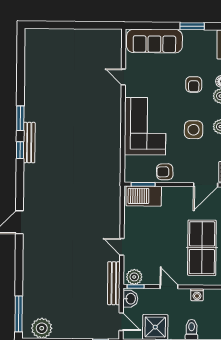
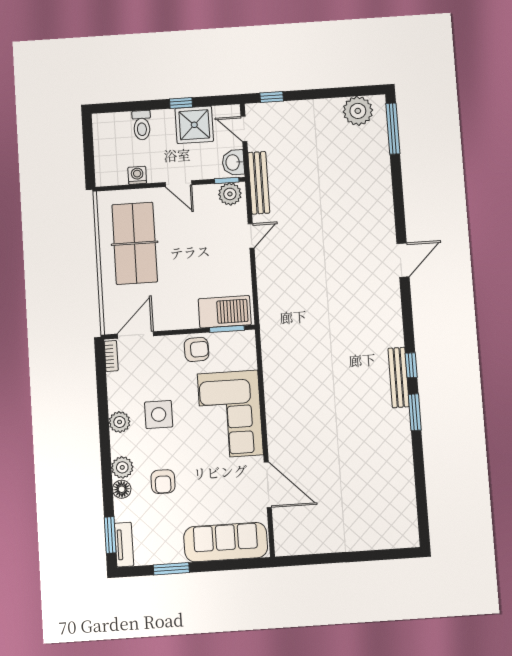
door: (123, 77) -> (268, 485), width x1.87
armchair: (194, 84) -> (163, 482), turned 180
door: (122, 247) -> (251, 236), hinge flipped

